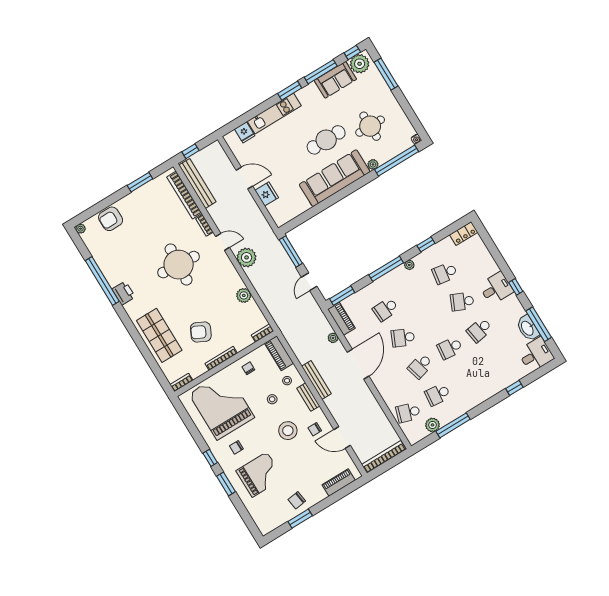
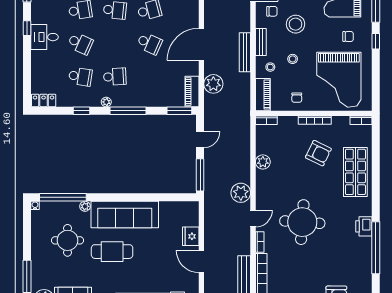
door: (223, 242) -> (253, 218), swing flipped
school desk: (386, 309) -> (115, 77), moved
plant: (333, 338) -> (213, 84), width x1.88, depth x1.88

